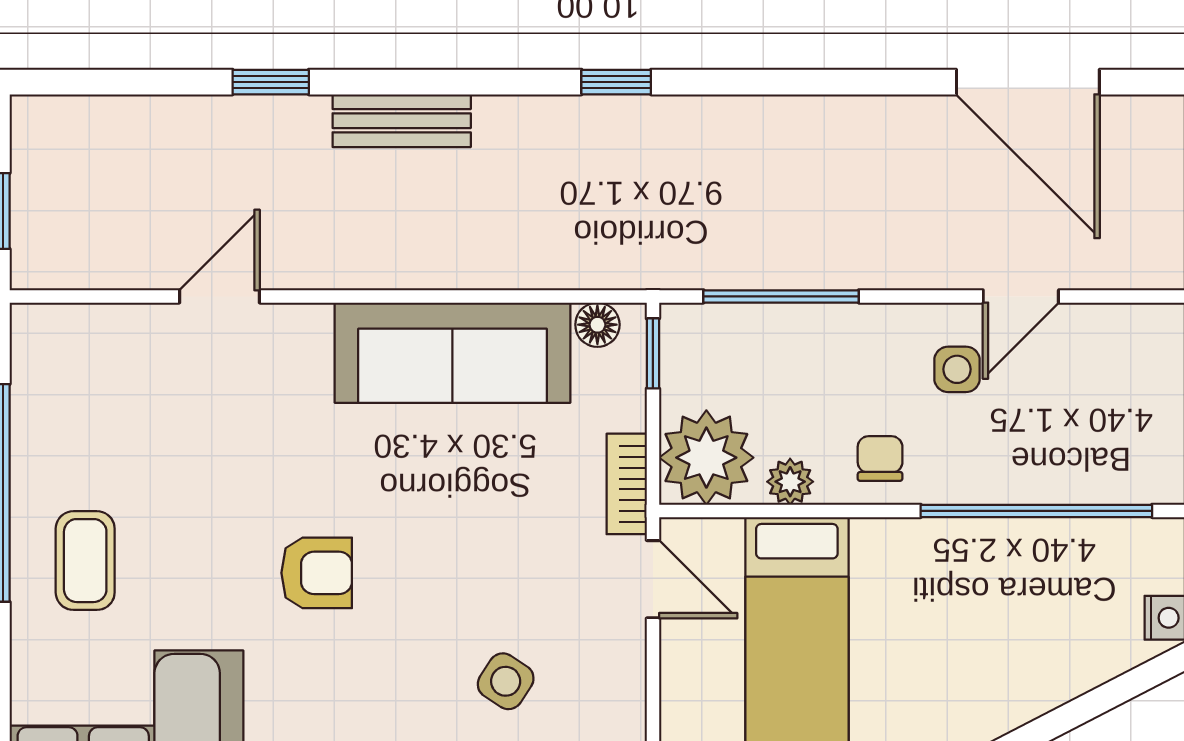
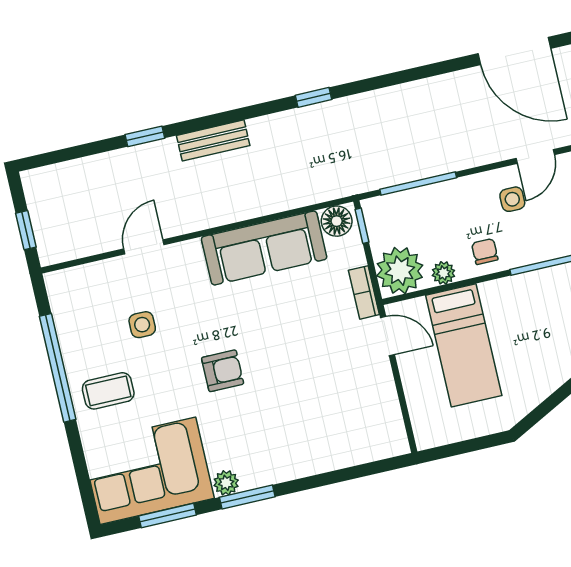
floor lamp: (597, 325) -> (337, 221), width x1.37, depth x1.37
coffee table: (85, 561) -> (108, 391), turned 90
side table: (506, 681) -> (142, 325), moved, turned -33

